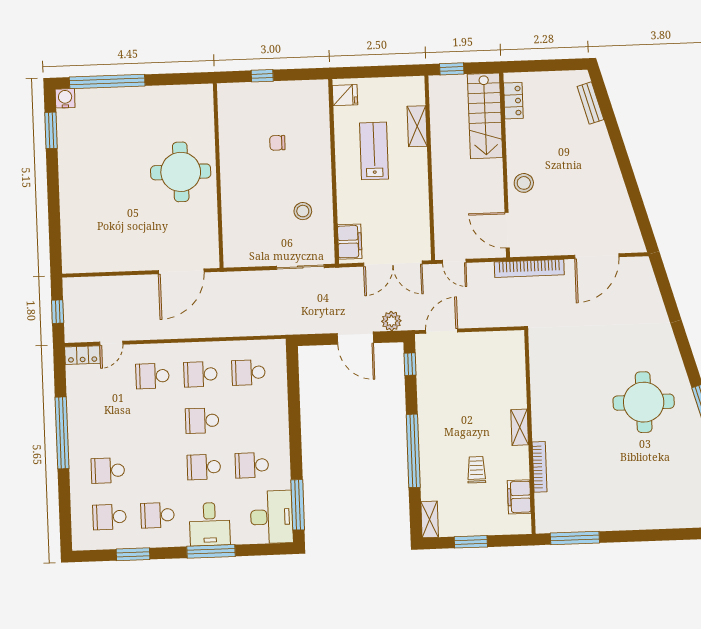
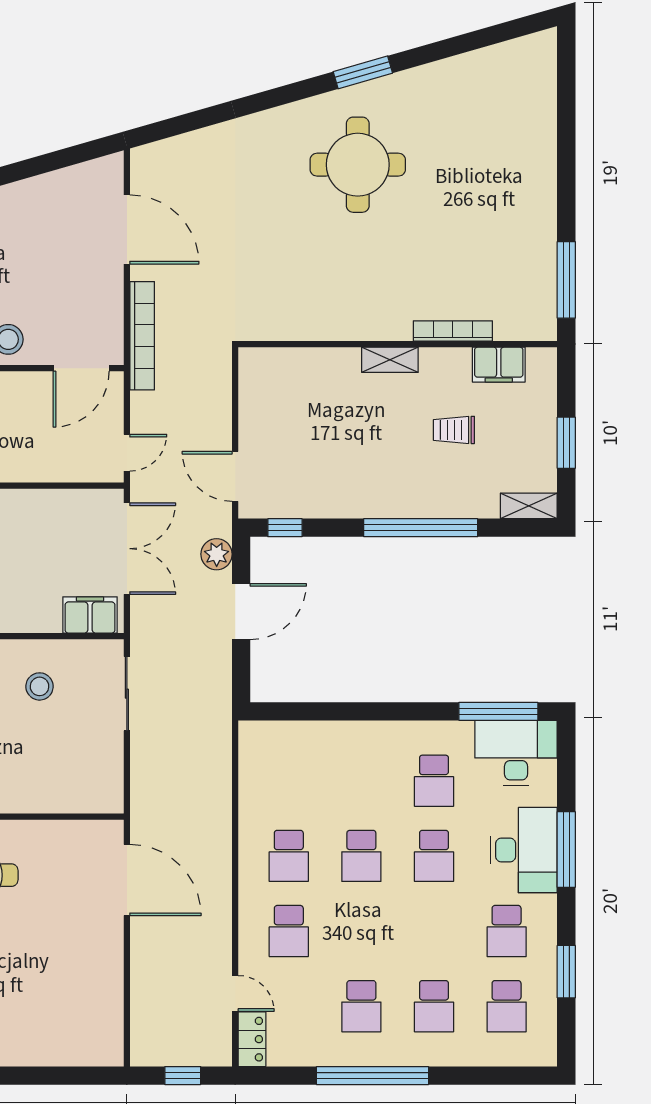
school desk: (248, 373) -> (361, 1006), moved
desk: (210, 524) -> (524, 850), width x1.37

